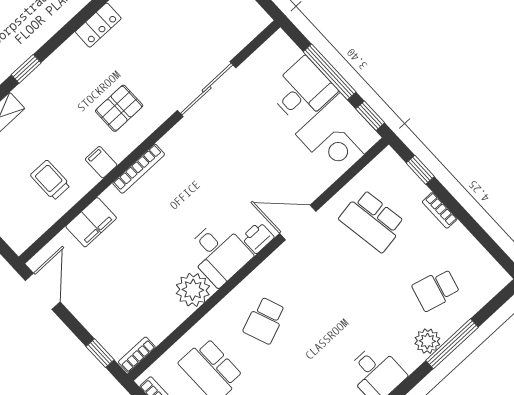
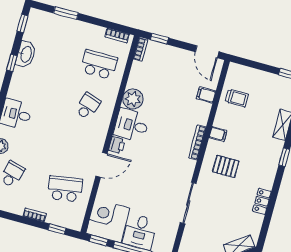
pallet: (119, 108) -> (226, 166), turned 90
trolley: (50, 180) -> (237, 98), moved
filing cabinet: (91, 222) -> (206, 95), width x0.50
school desk: (265, 320) -> (88, 106), turned 39

